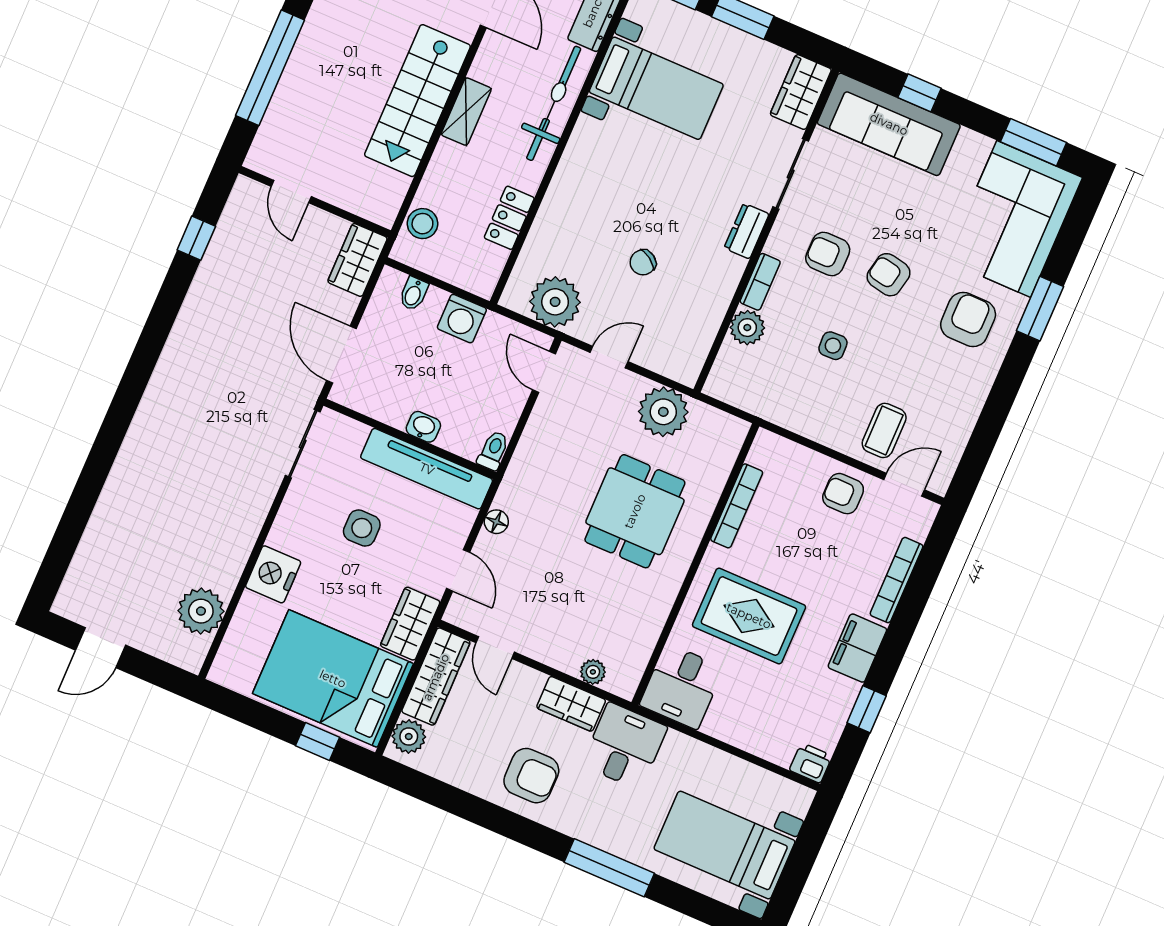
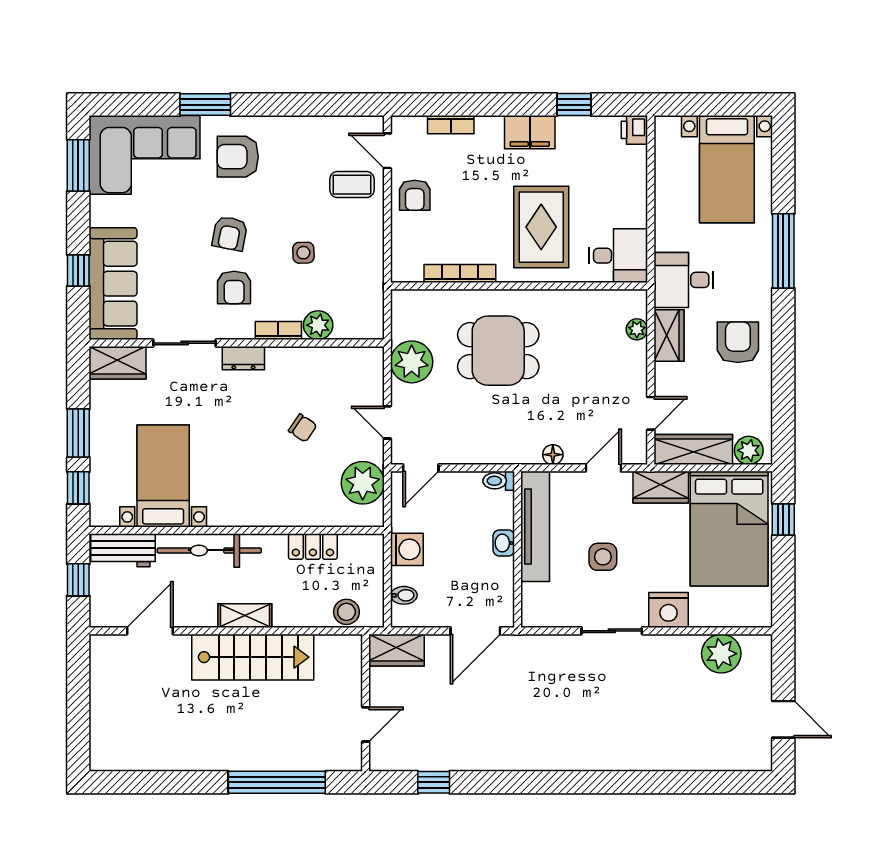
sliding door: (303, 444) -> (612, 631), moved
bookcase: (897, 580) -> (451, 125), width x0.64

